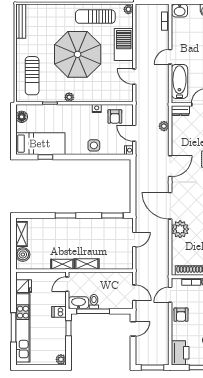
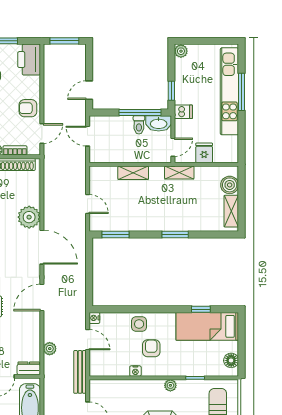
bench: (140, 108) -> (80, 372), added
armchair: (115, 116) -> (151, 348), moved
door: (134, 240) -> (88, 204), swing flipped
shelving: (87, 264) -> (133, 173), moved
fridge: (24, 286) -> (204, 153), moved, turned 90
armchair: (181, 315) -> (28, 108), turned -90

